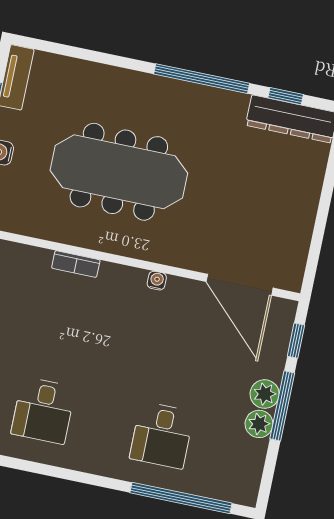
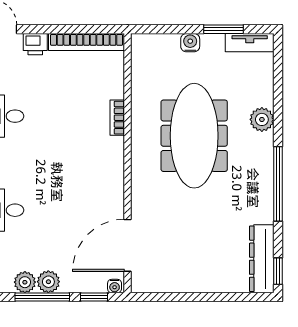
plant: (116, 82) -> (262, 119), added
window: (286, 96) -> (278, 271), moved
water cooler: (157, 281) -> (115, 286), moved, turned 90

